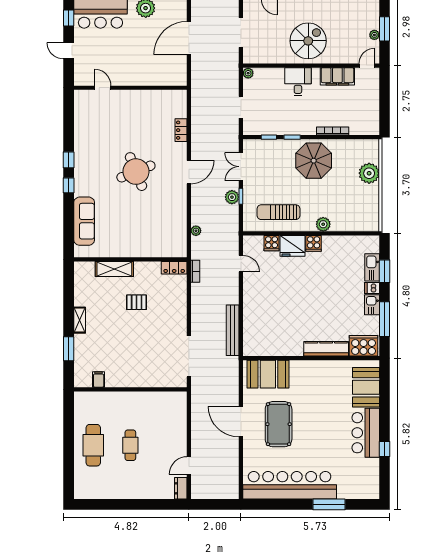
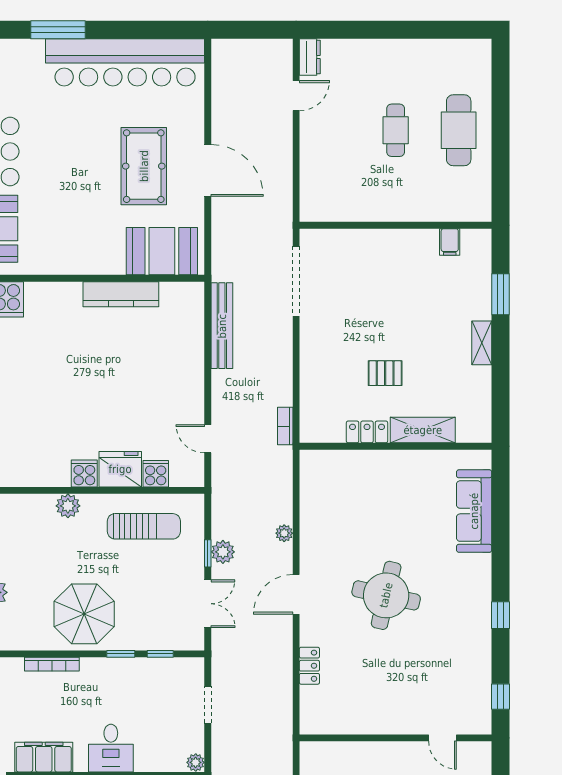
round table: (136, 172) -> (386, 595), turned 35
window: (69, 185) -> (501, 697), moved
plant: (196, 231) -> (284, 533), moved
locker: (174, 268) -> (367, 432), moved
kitchen counter: (326, 349) -> (121, 294), moved

